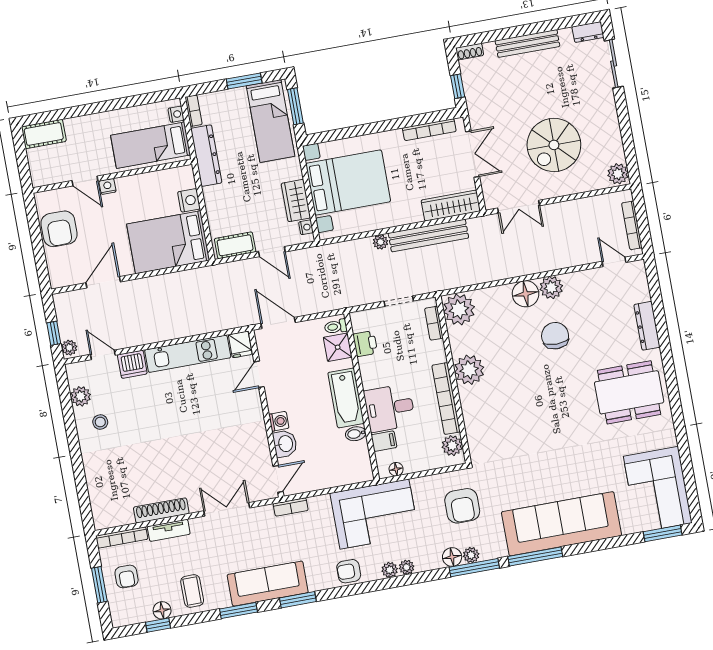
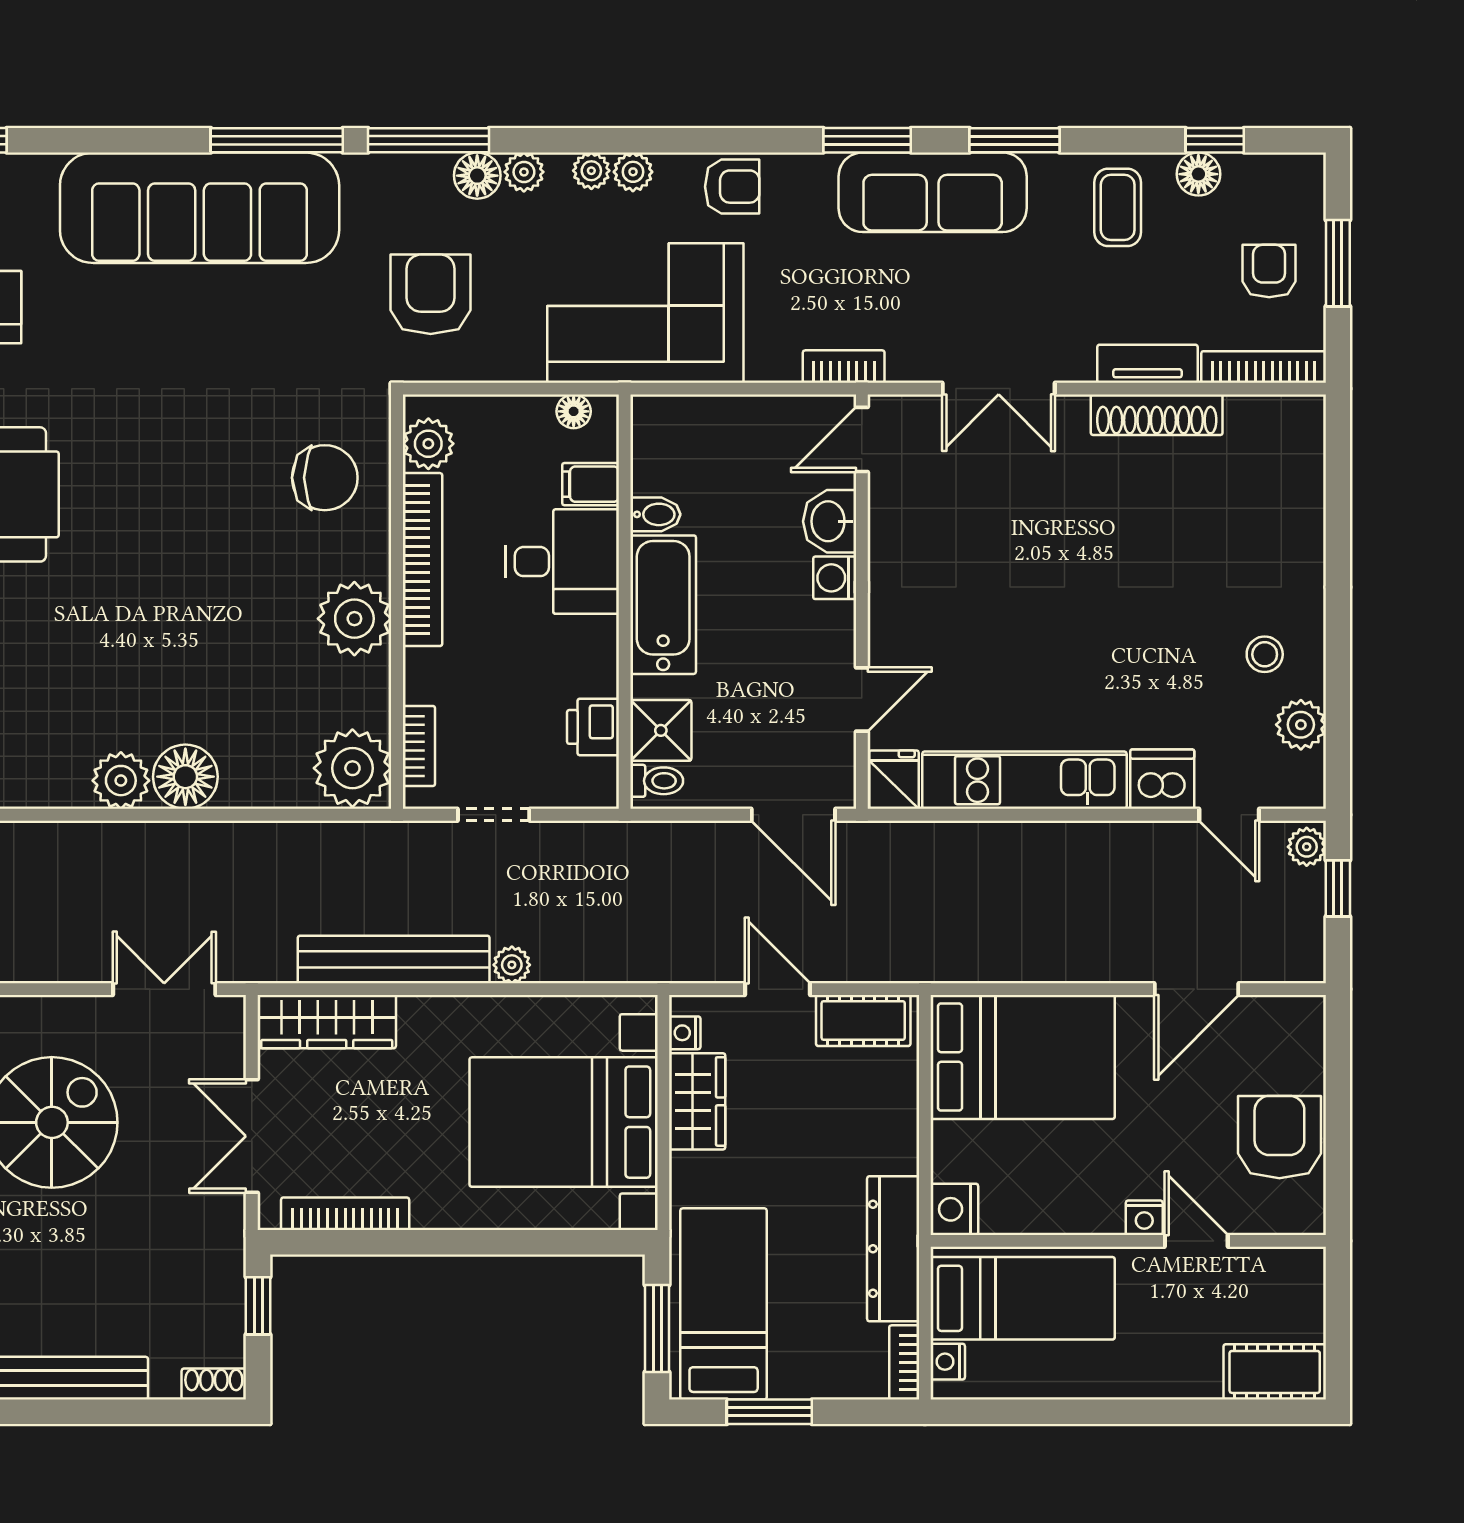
nightstand: (189, 200) -> (954, 1209), moved
chair: (555, 336) -> (325, 478), moved, turned -90
plant: (471, 555) -> (524, 172), moved

